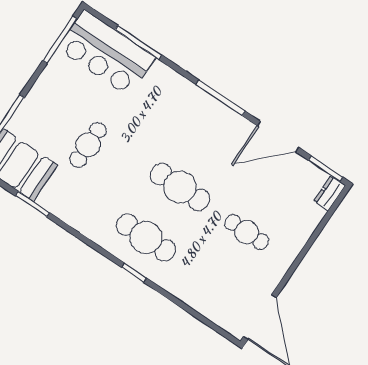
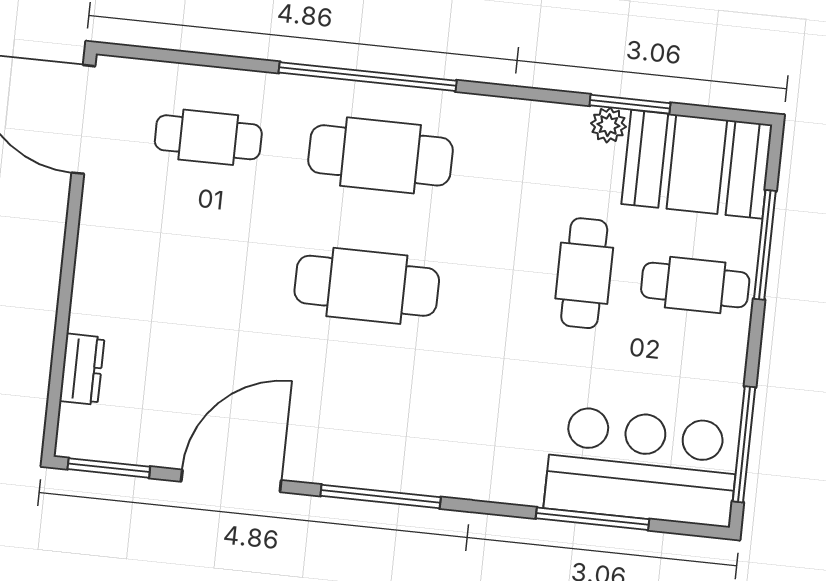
cafe table: (45, 116) -> (695, 285), added
dresser: (330, 193) -> (82, 369), moved
plant: (46, 200) -> (608, 125), added
cafe table: (247, 232) -> (208, 137), moved
window: (134, 273) -> (368, 77), width x3.17

